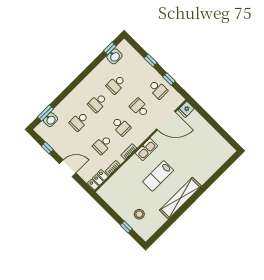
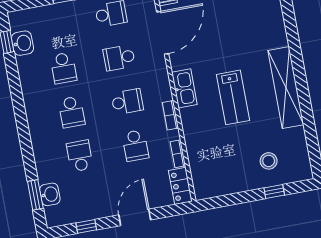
school desk: (79, 121) -> (80, 156), turned 180

